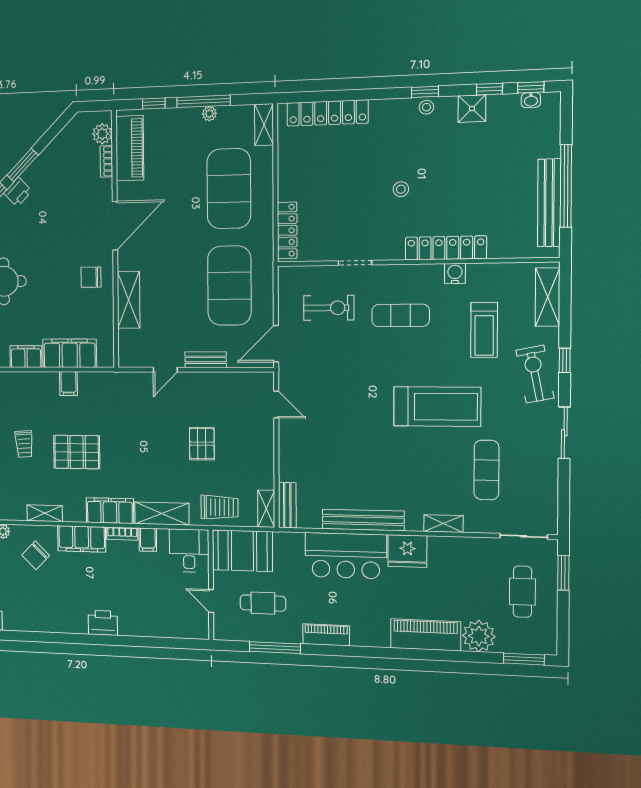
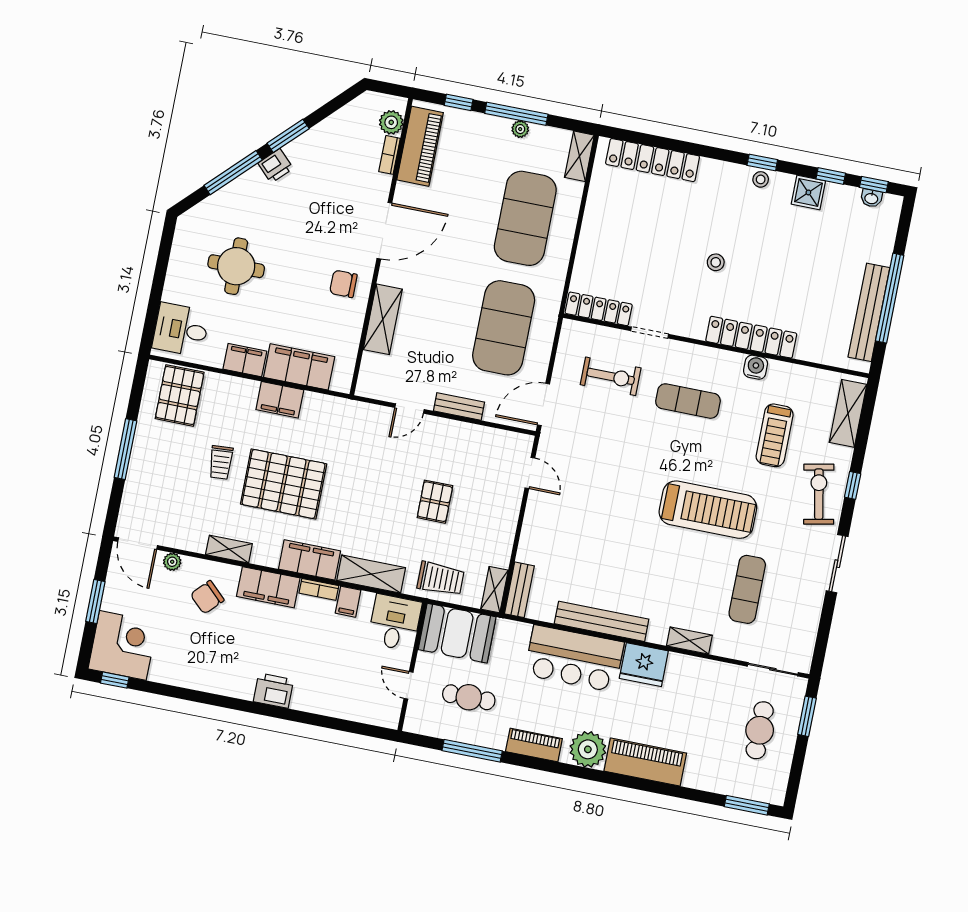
locker: (287, 230) -> (599, 309), moved, turned -90
filing cabinet: (69, 384) -> (280, 400), width x2.00
pallet: (77, 452) -> (284, 484), width x1.37, depth x1.41
plant: (479, 636) -> (588, 749), moved

